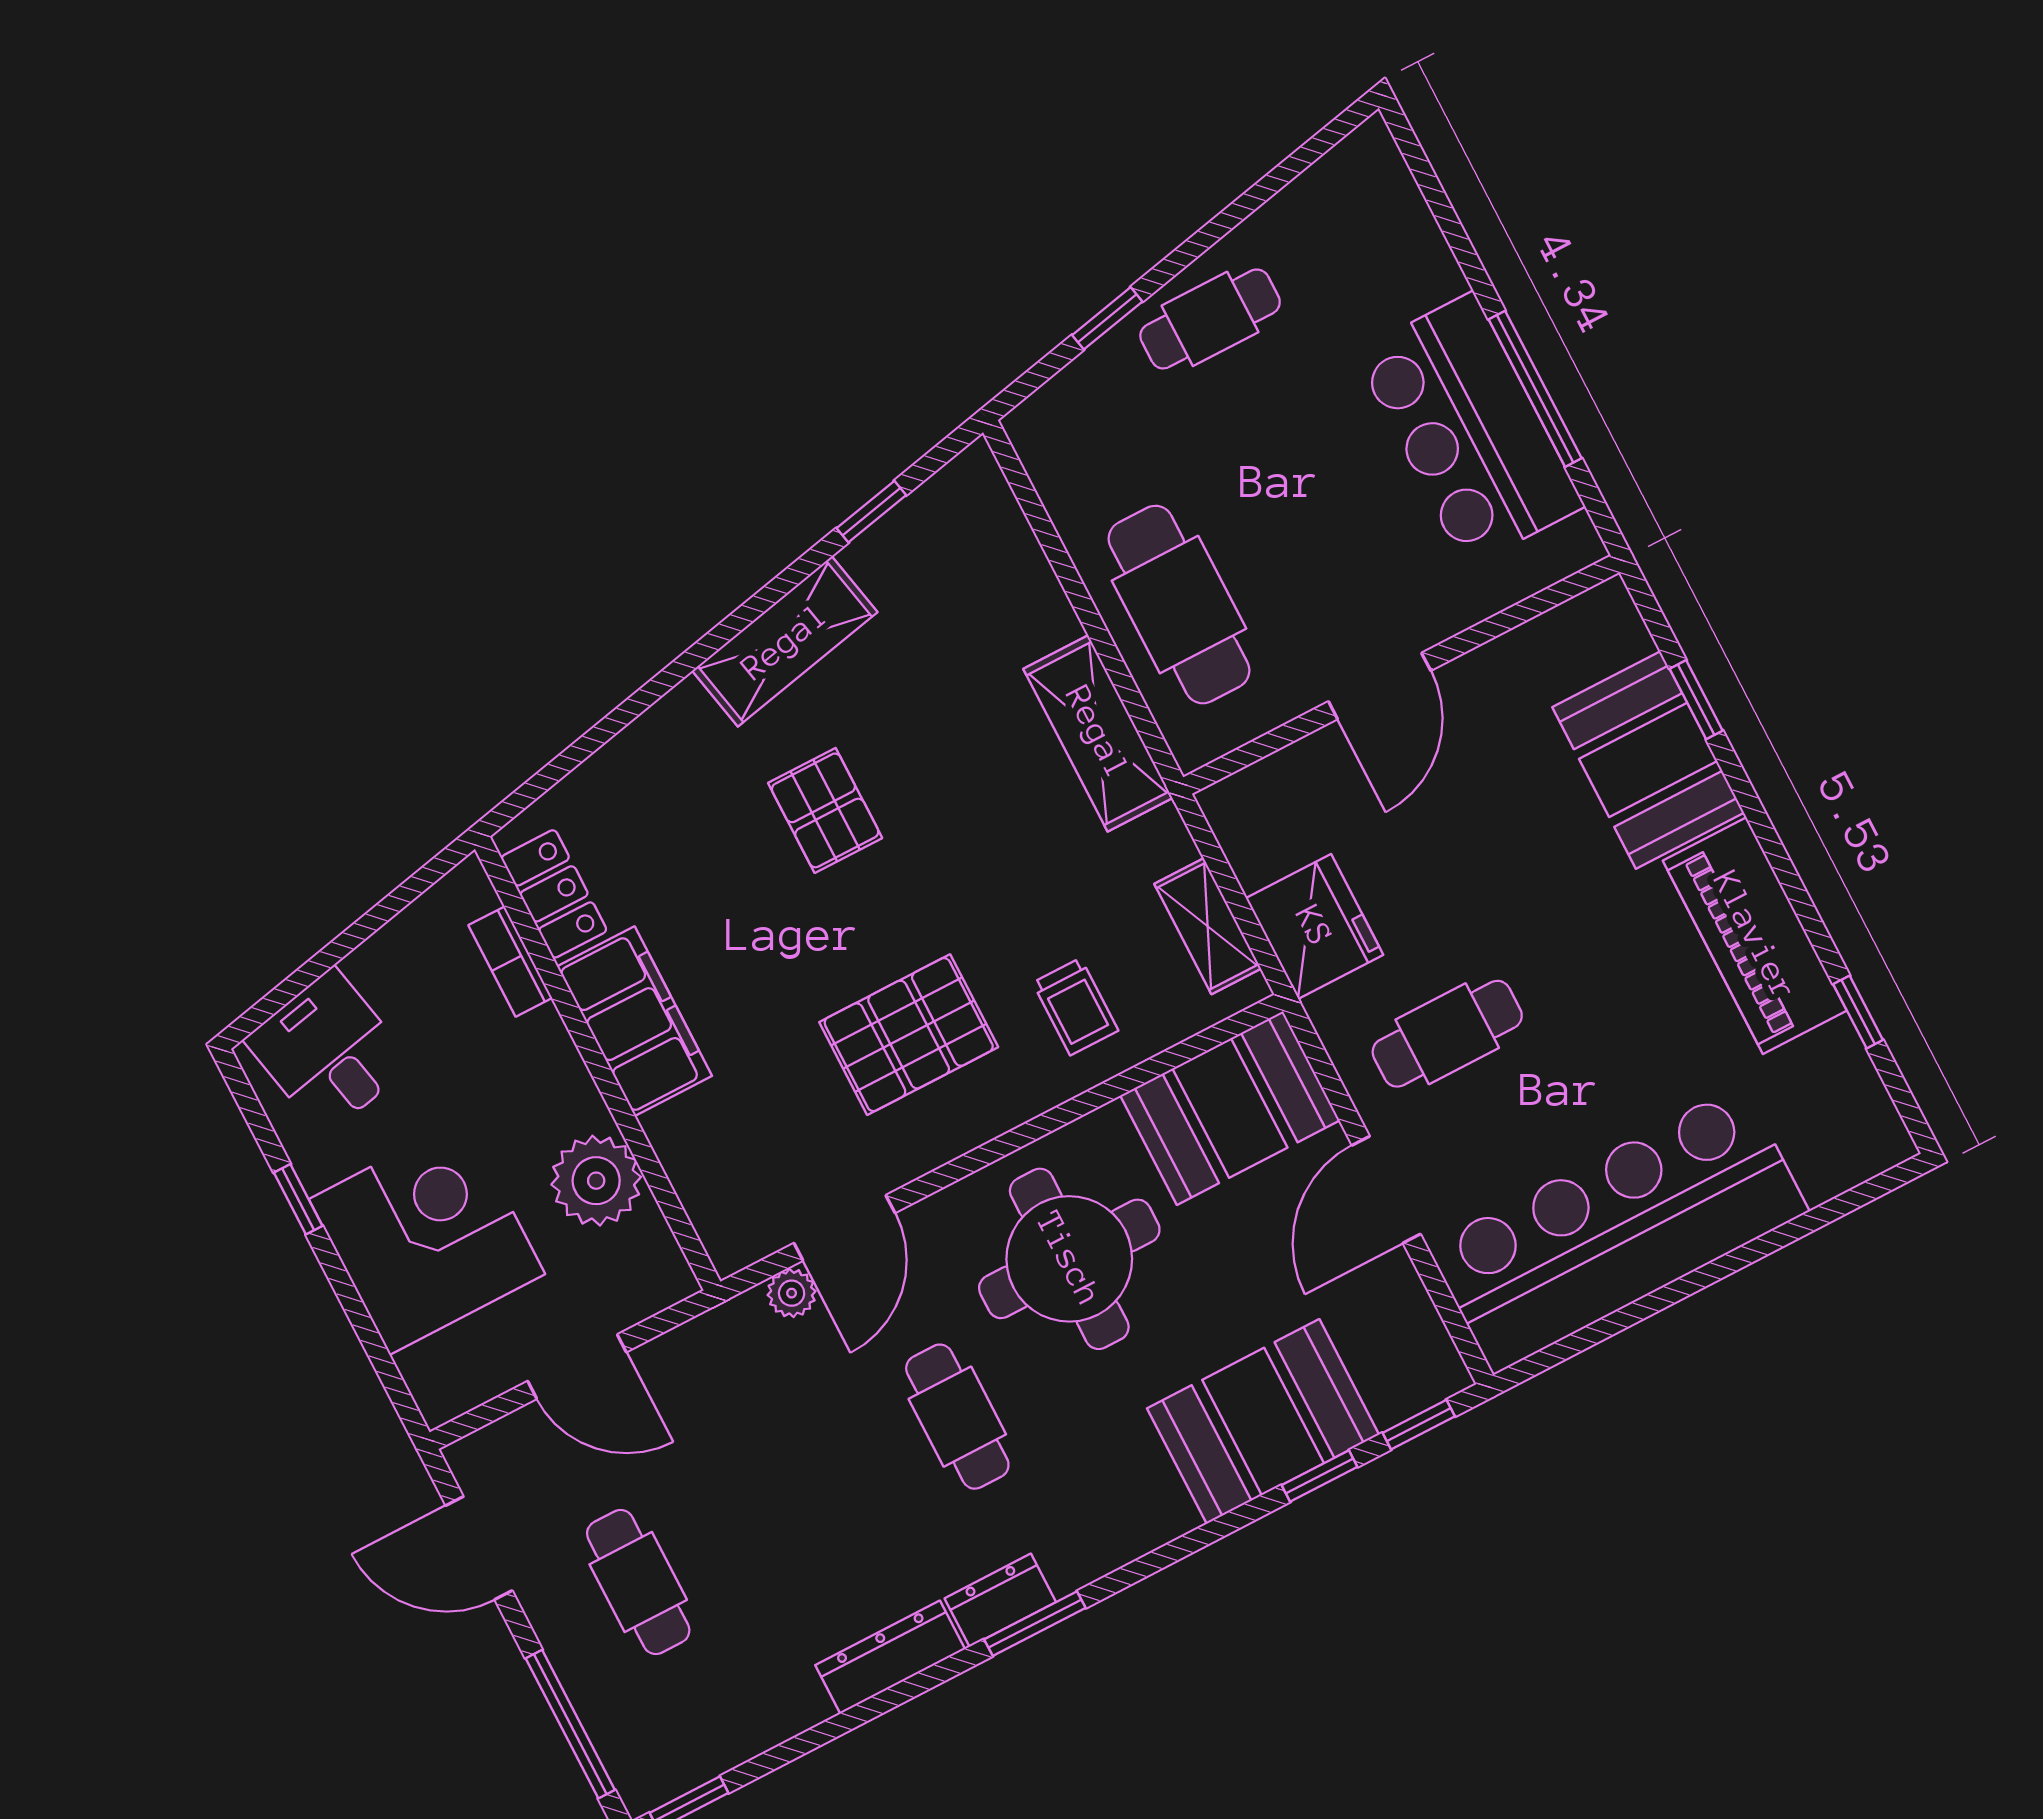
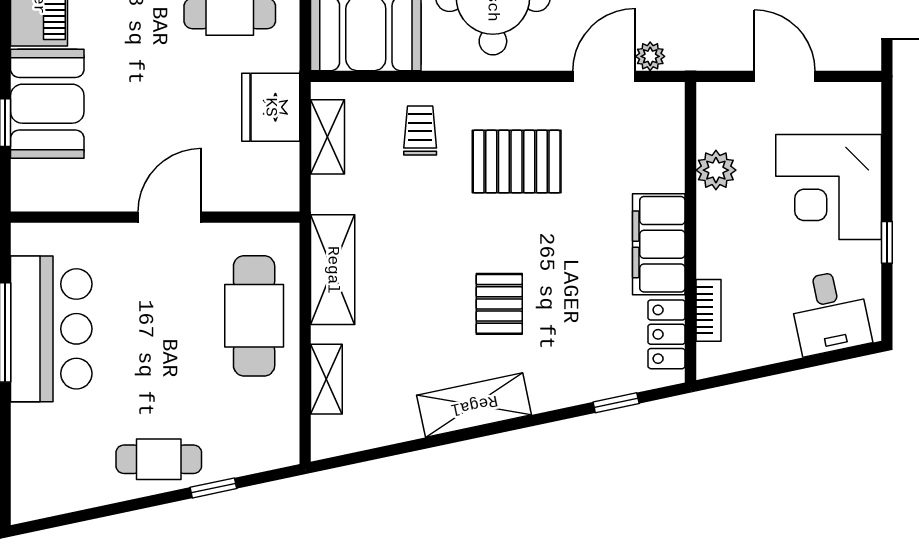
window: (871, 512) -> (616, 403), moved
shelving: (1023, 566) -> (326, 379), added
plant: (596, 1181) -> (716, 170), width x0.73, depth x0.73

